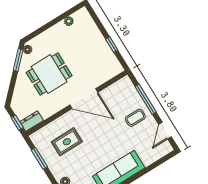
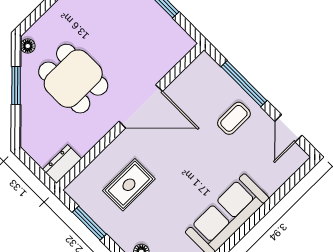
window: (18, 60) -> (16, 86), moved
dining table: (49, 74) -> (73, 79), turned 90
window: (17, 123) -> (39, 172), removed

